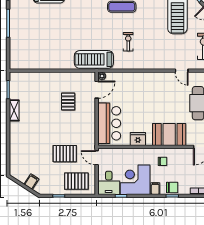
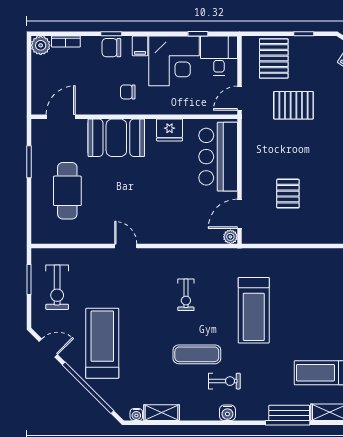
treadmill: (94, 59) -> (254, 310), moved, turned 90
door: (182, 71) -> (126, 246), moved
door: (97, 158) -> (239, 98), swing flipped
pallet: (76, 181) -> (274, 58), turned 90

